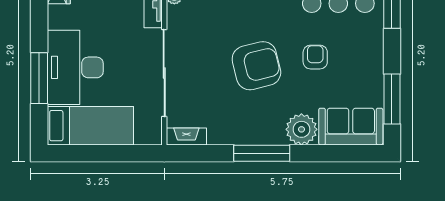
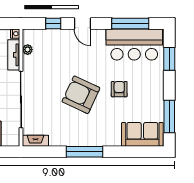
armchair: (256, 66) -> (81, 95), turned -141
plant: (301, 129) -> (110, 136), removed

